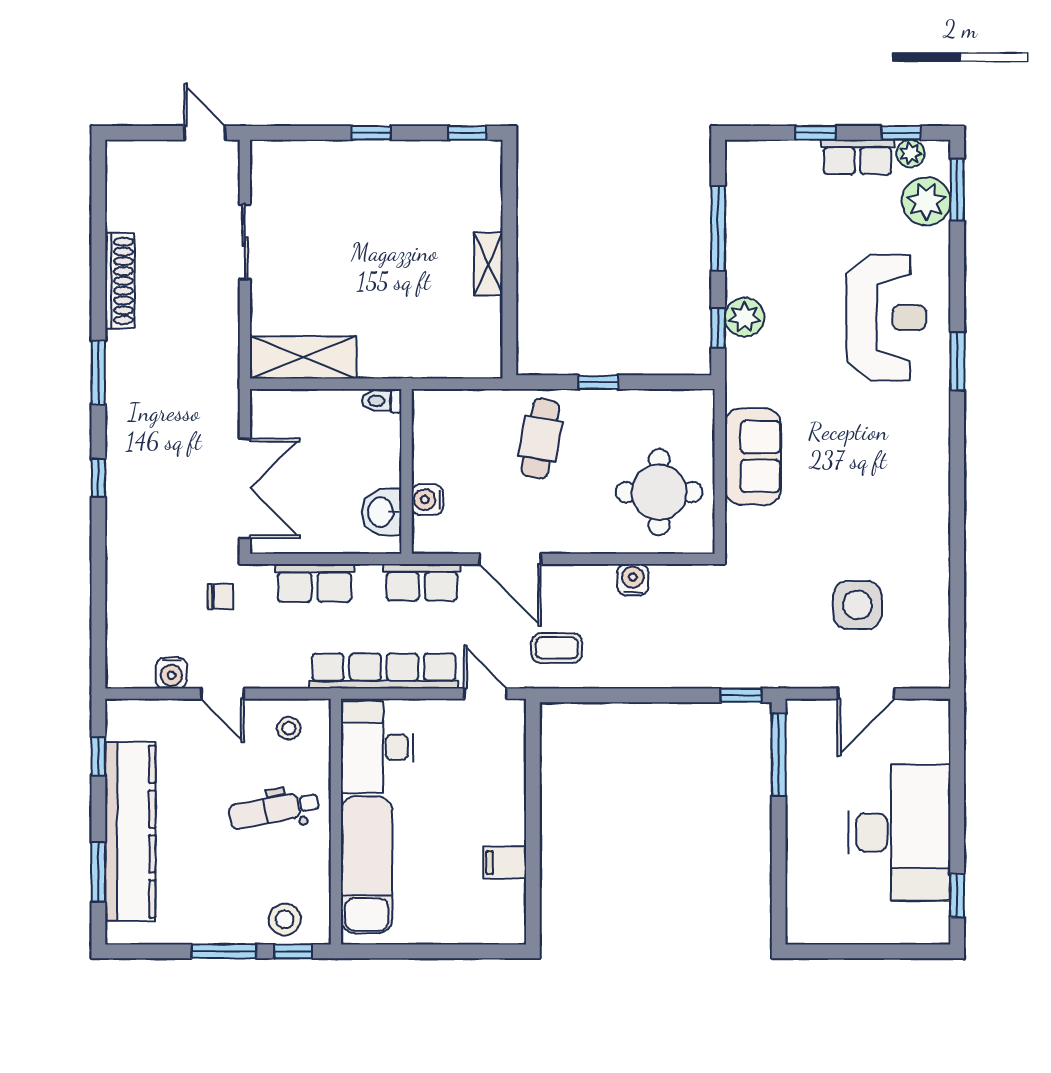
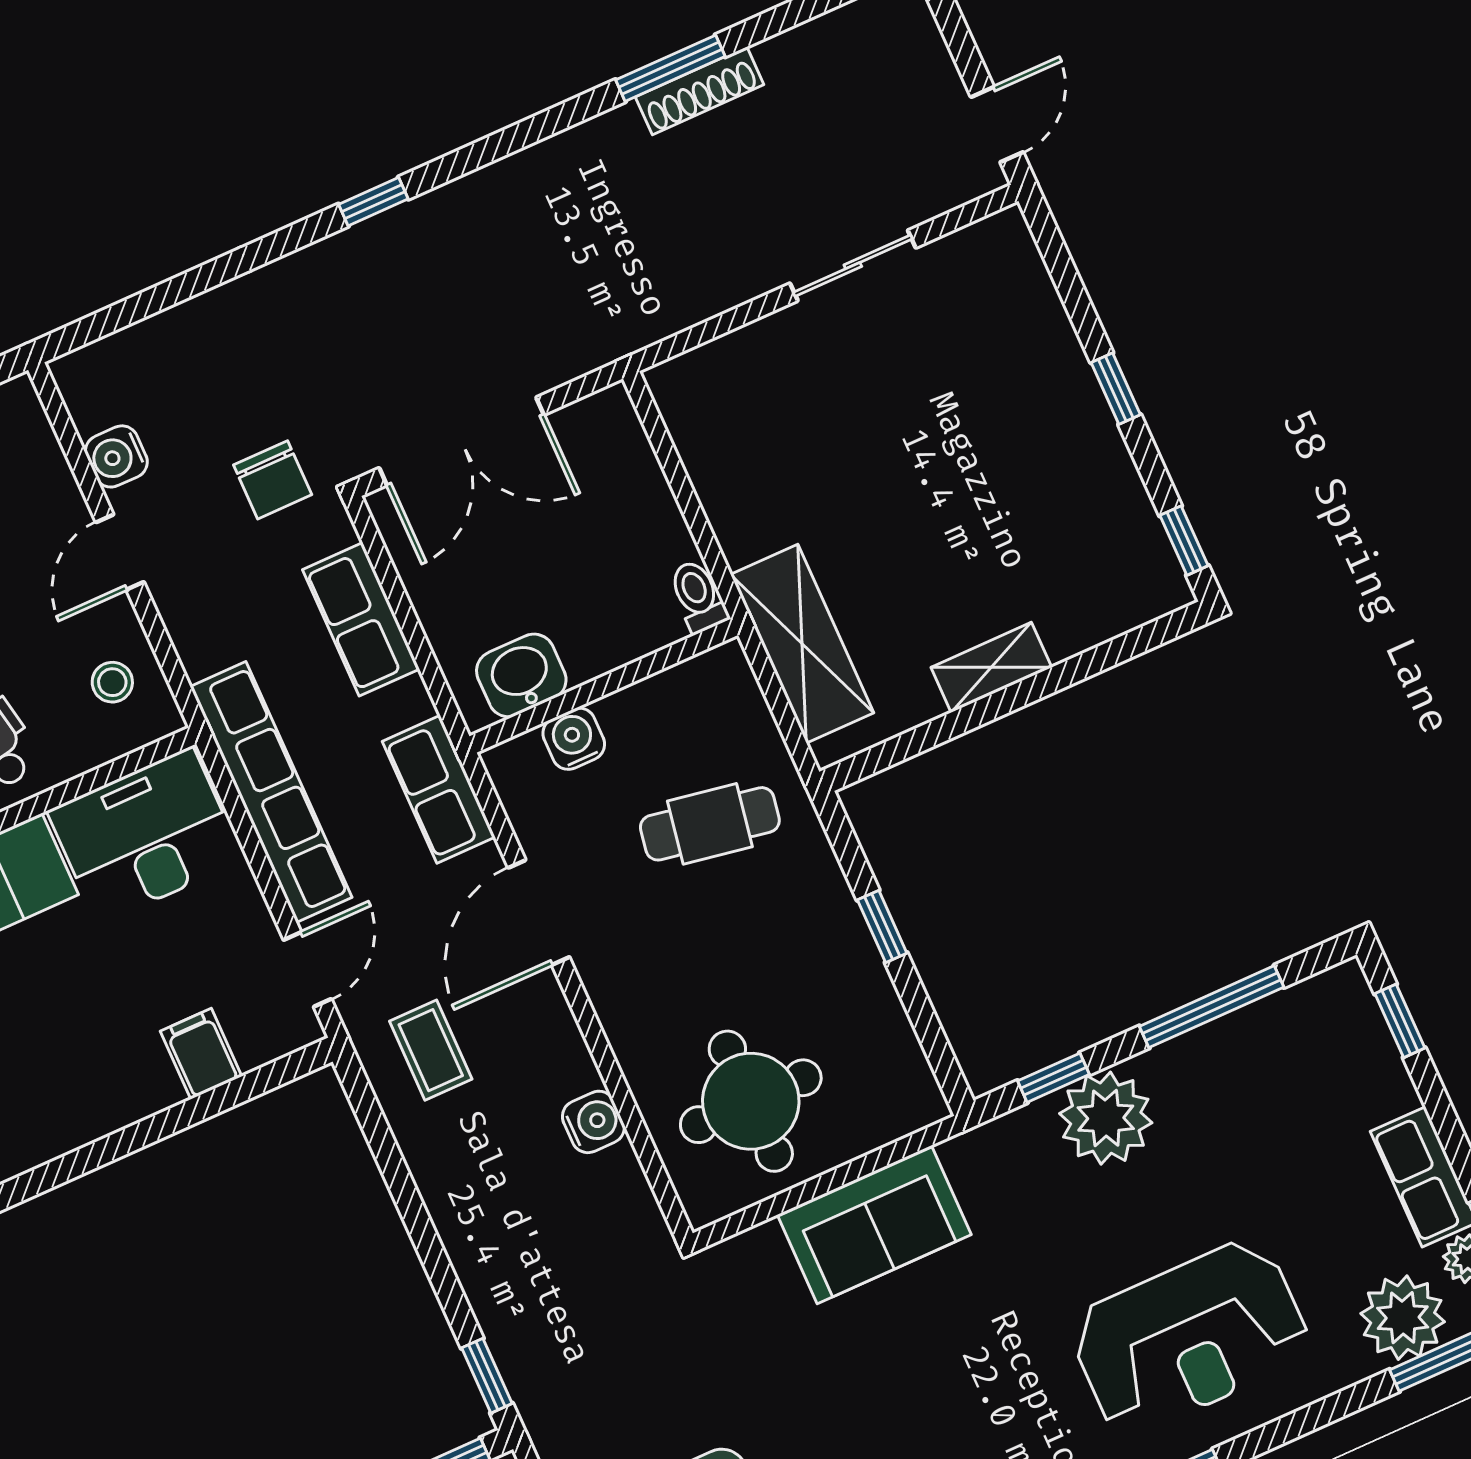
window: (816, 133) -> (1400, 1021), moved
shoe rack: (120, 281) -> (700, 91), width x0.74, depth x0.81
plant: (744, 317) -> (1106, 1118), width x1.36, depth x1.36
shelving: (303, 357) -> (802, 644), moved
window: (98, 372) -> (670, 68), moved
cafe table: (540, 439) -> (710, 824), moved
chair: (220, 597) -> (273, 480), width x1.37, depth x1.37
filing cabinet: (505, 863) -> (201, 1054), moved

